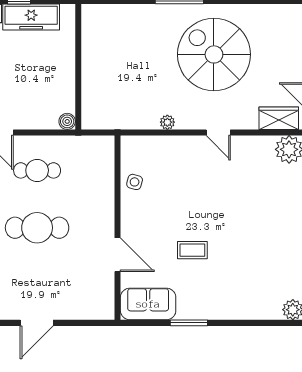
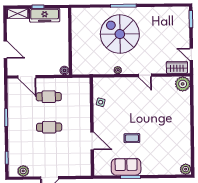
spiral stairs: (214, 54) -> (120, 34), moved
cafe table: (37, 228) -> (49, 127), width x0.73, depth x0.74
sofa: (148, 304) -> (126, 167), moved

